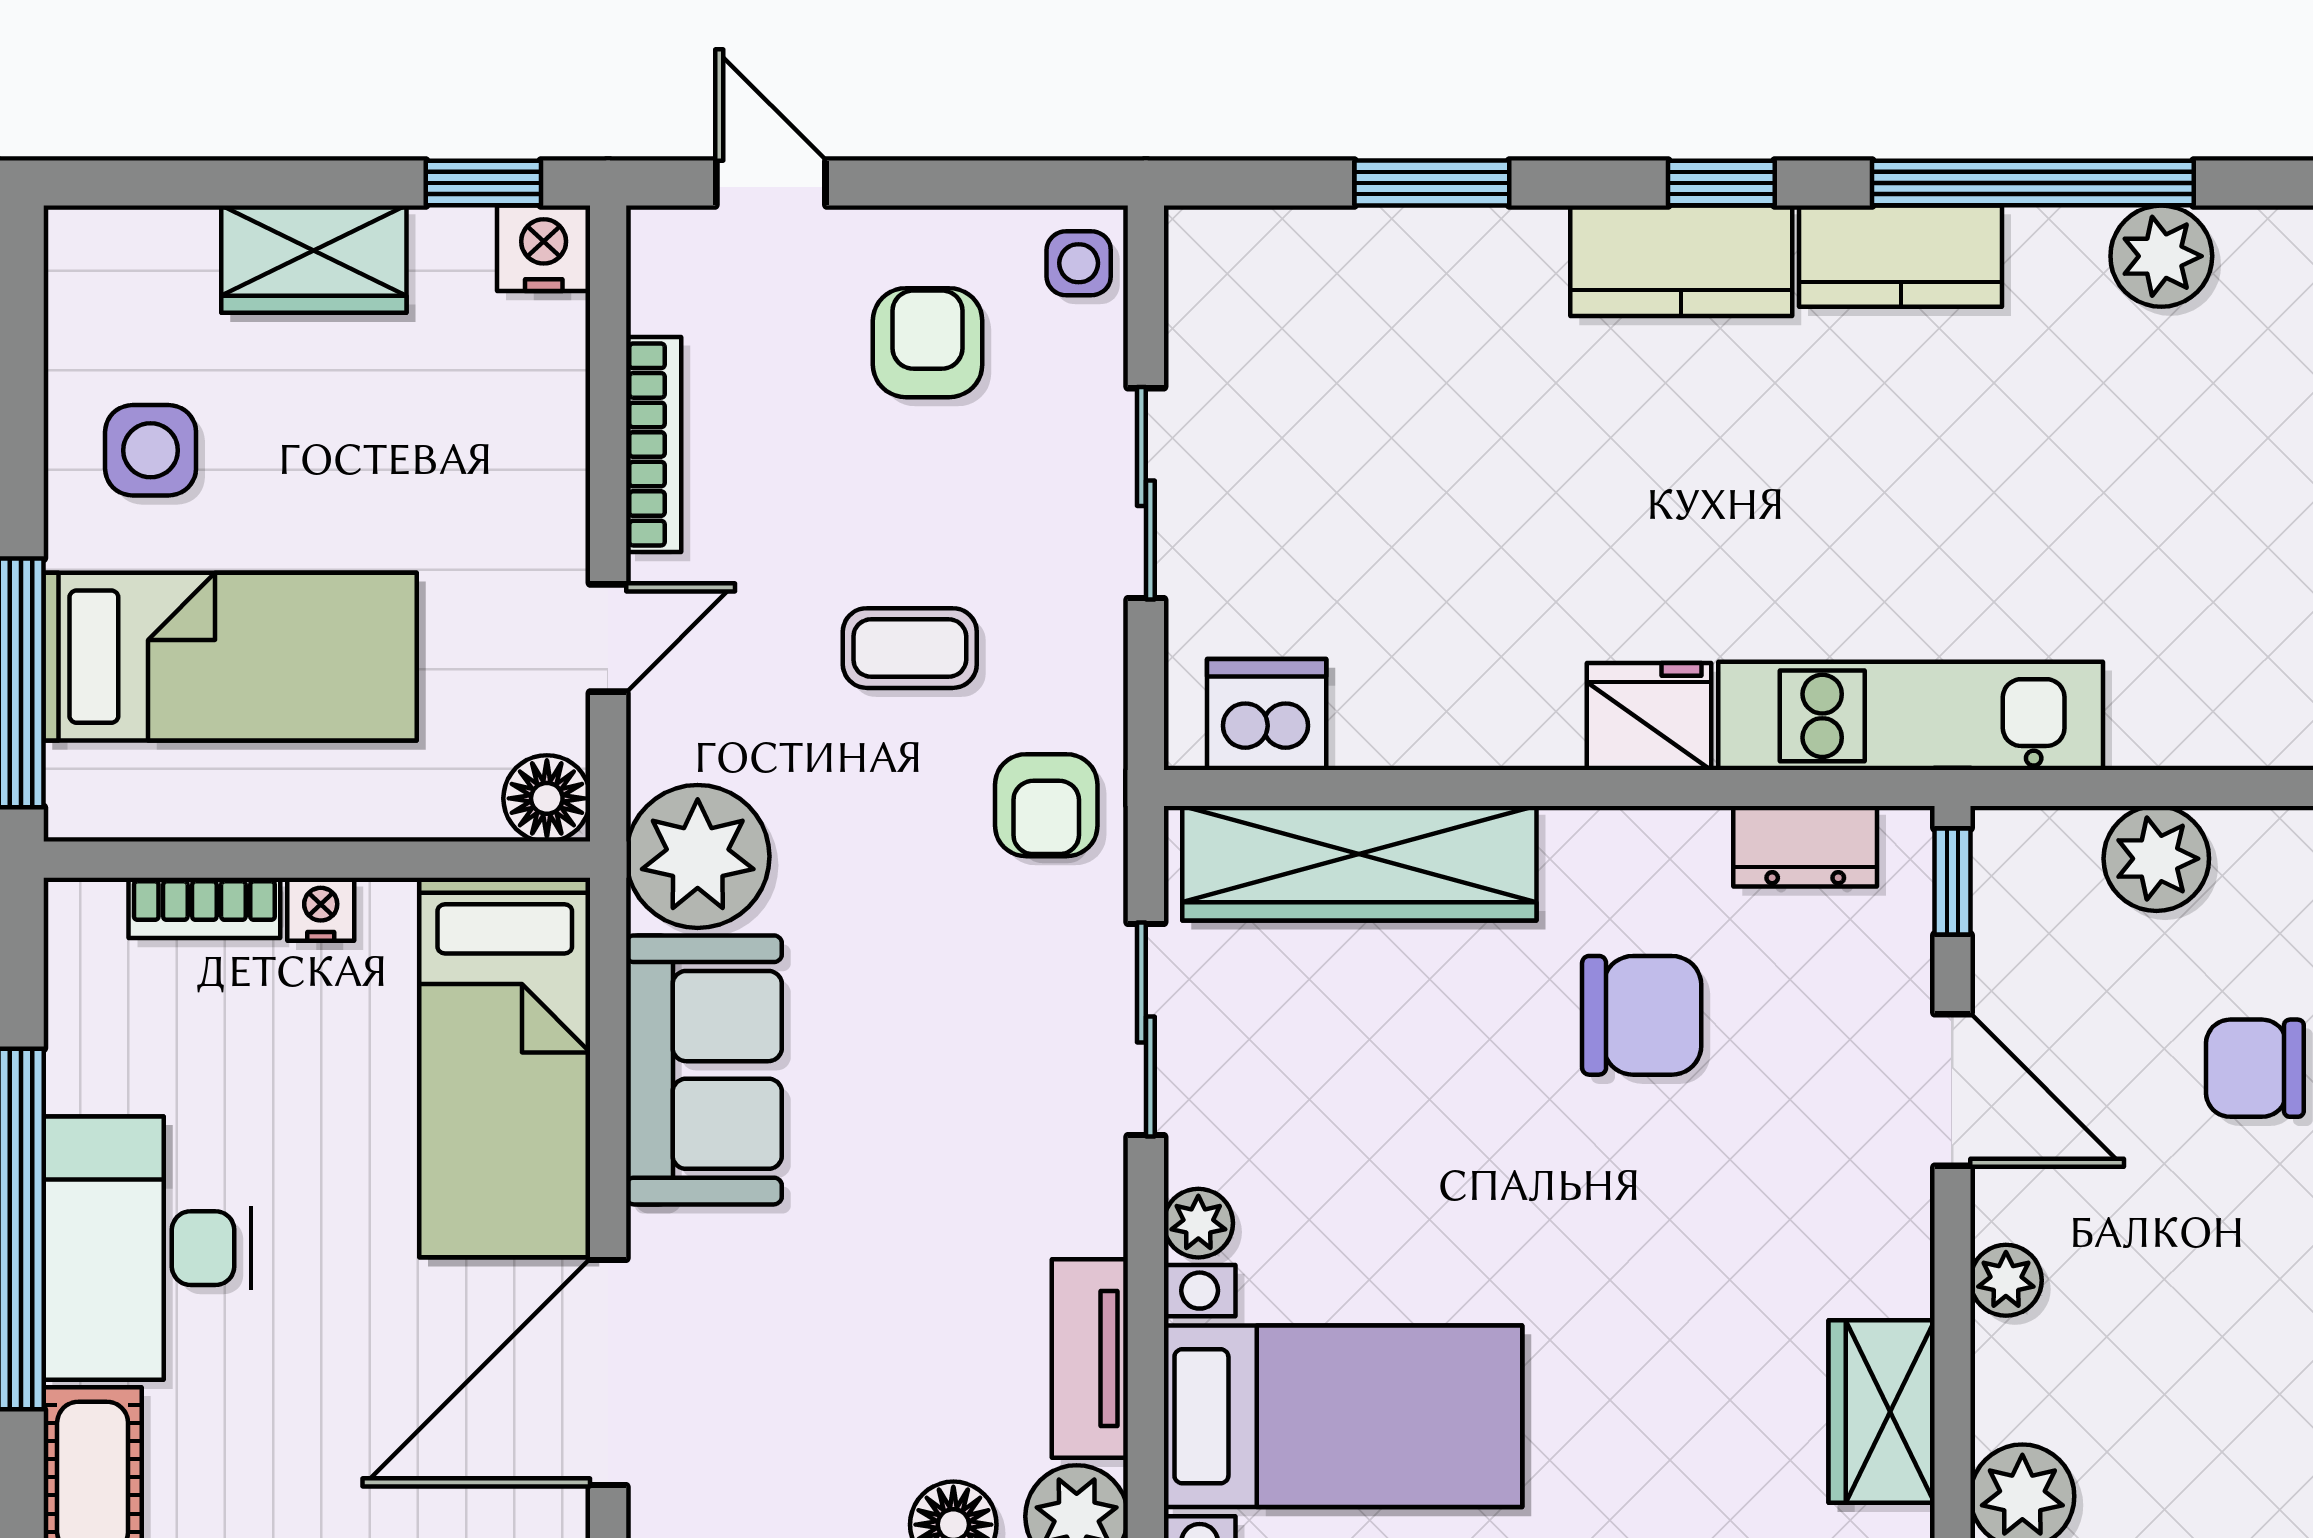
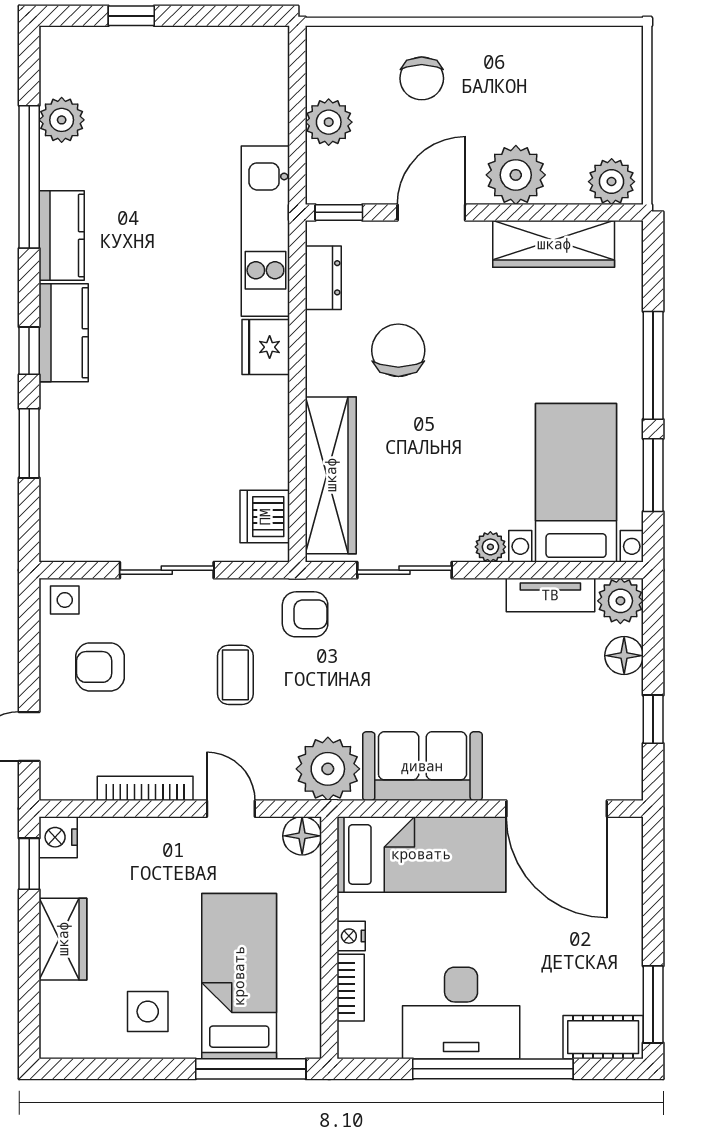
window: (1721, 183) -> (29, 351), moved
desk: (147, 1248) -> (461, 1013), moved
plant: (2006, 1280) -> (516, 175), width x1.88, depth x1.88
wardrobe: (1882, 1412) -> (554, 244), width x1.50

